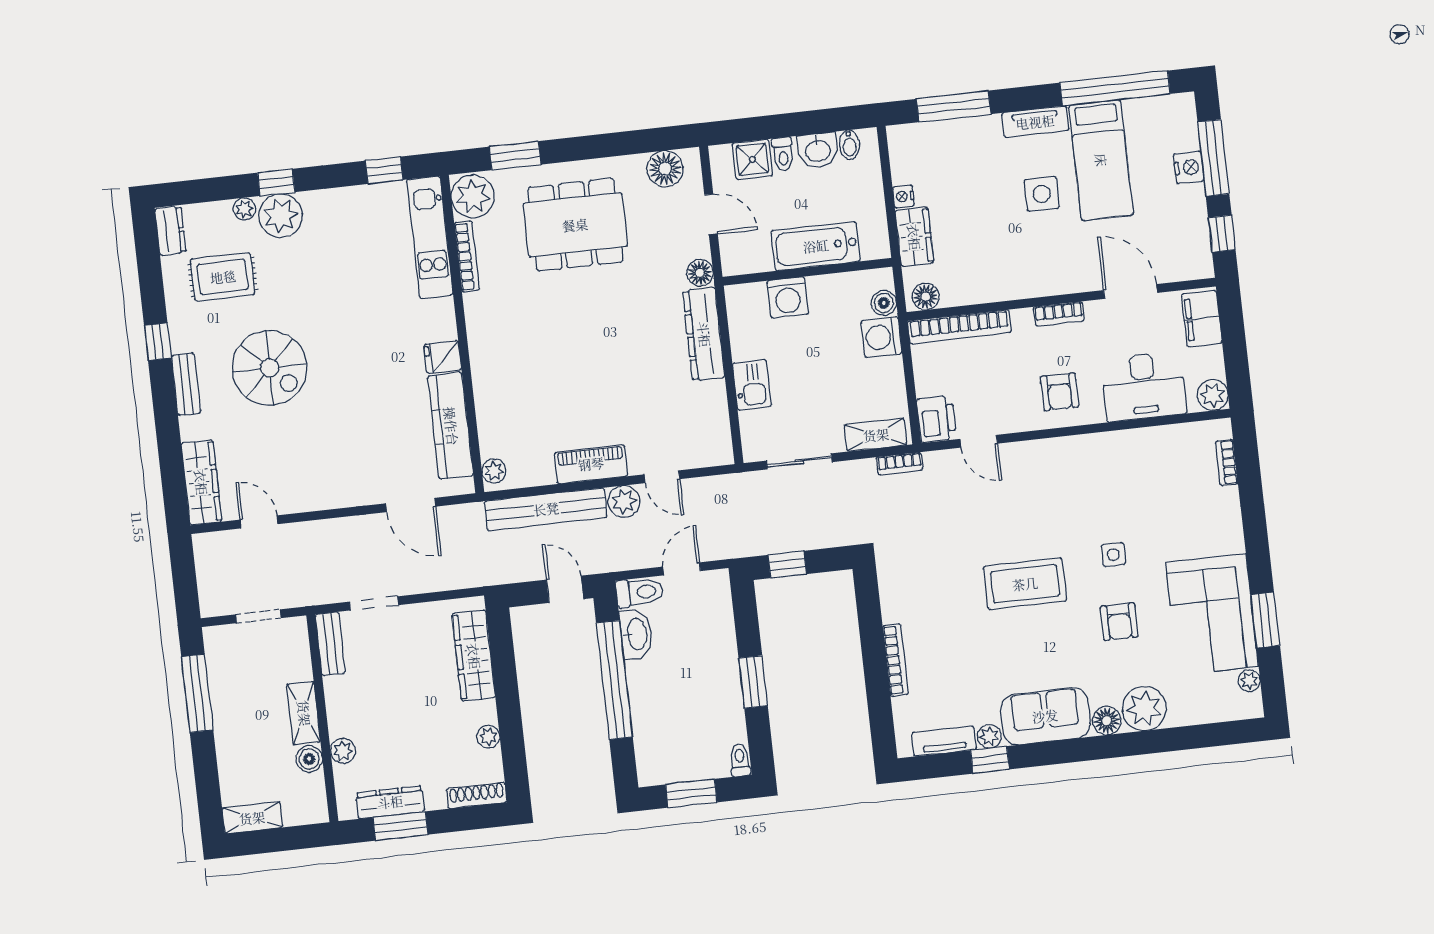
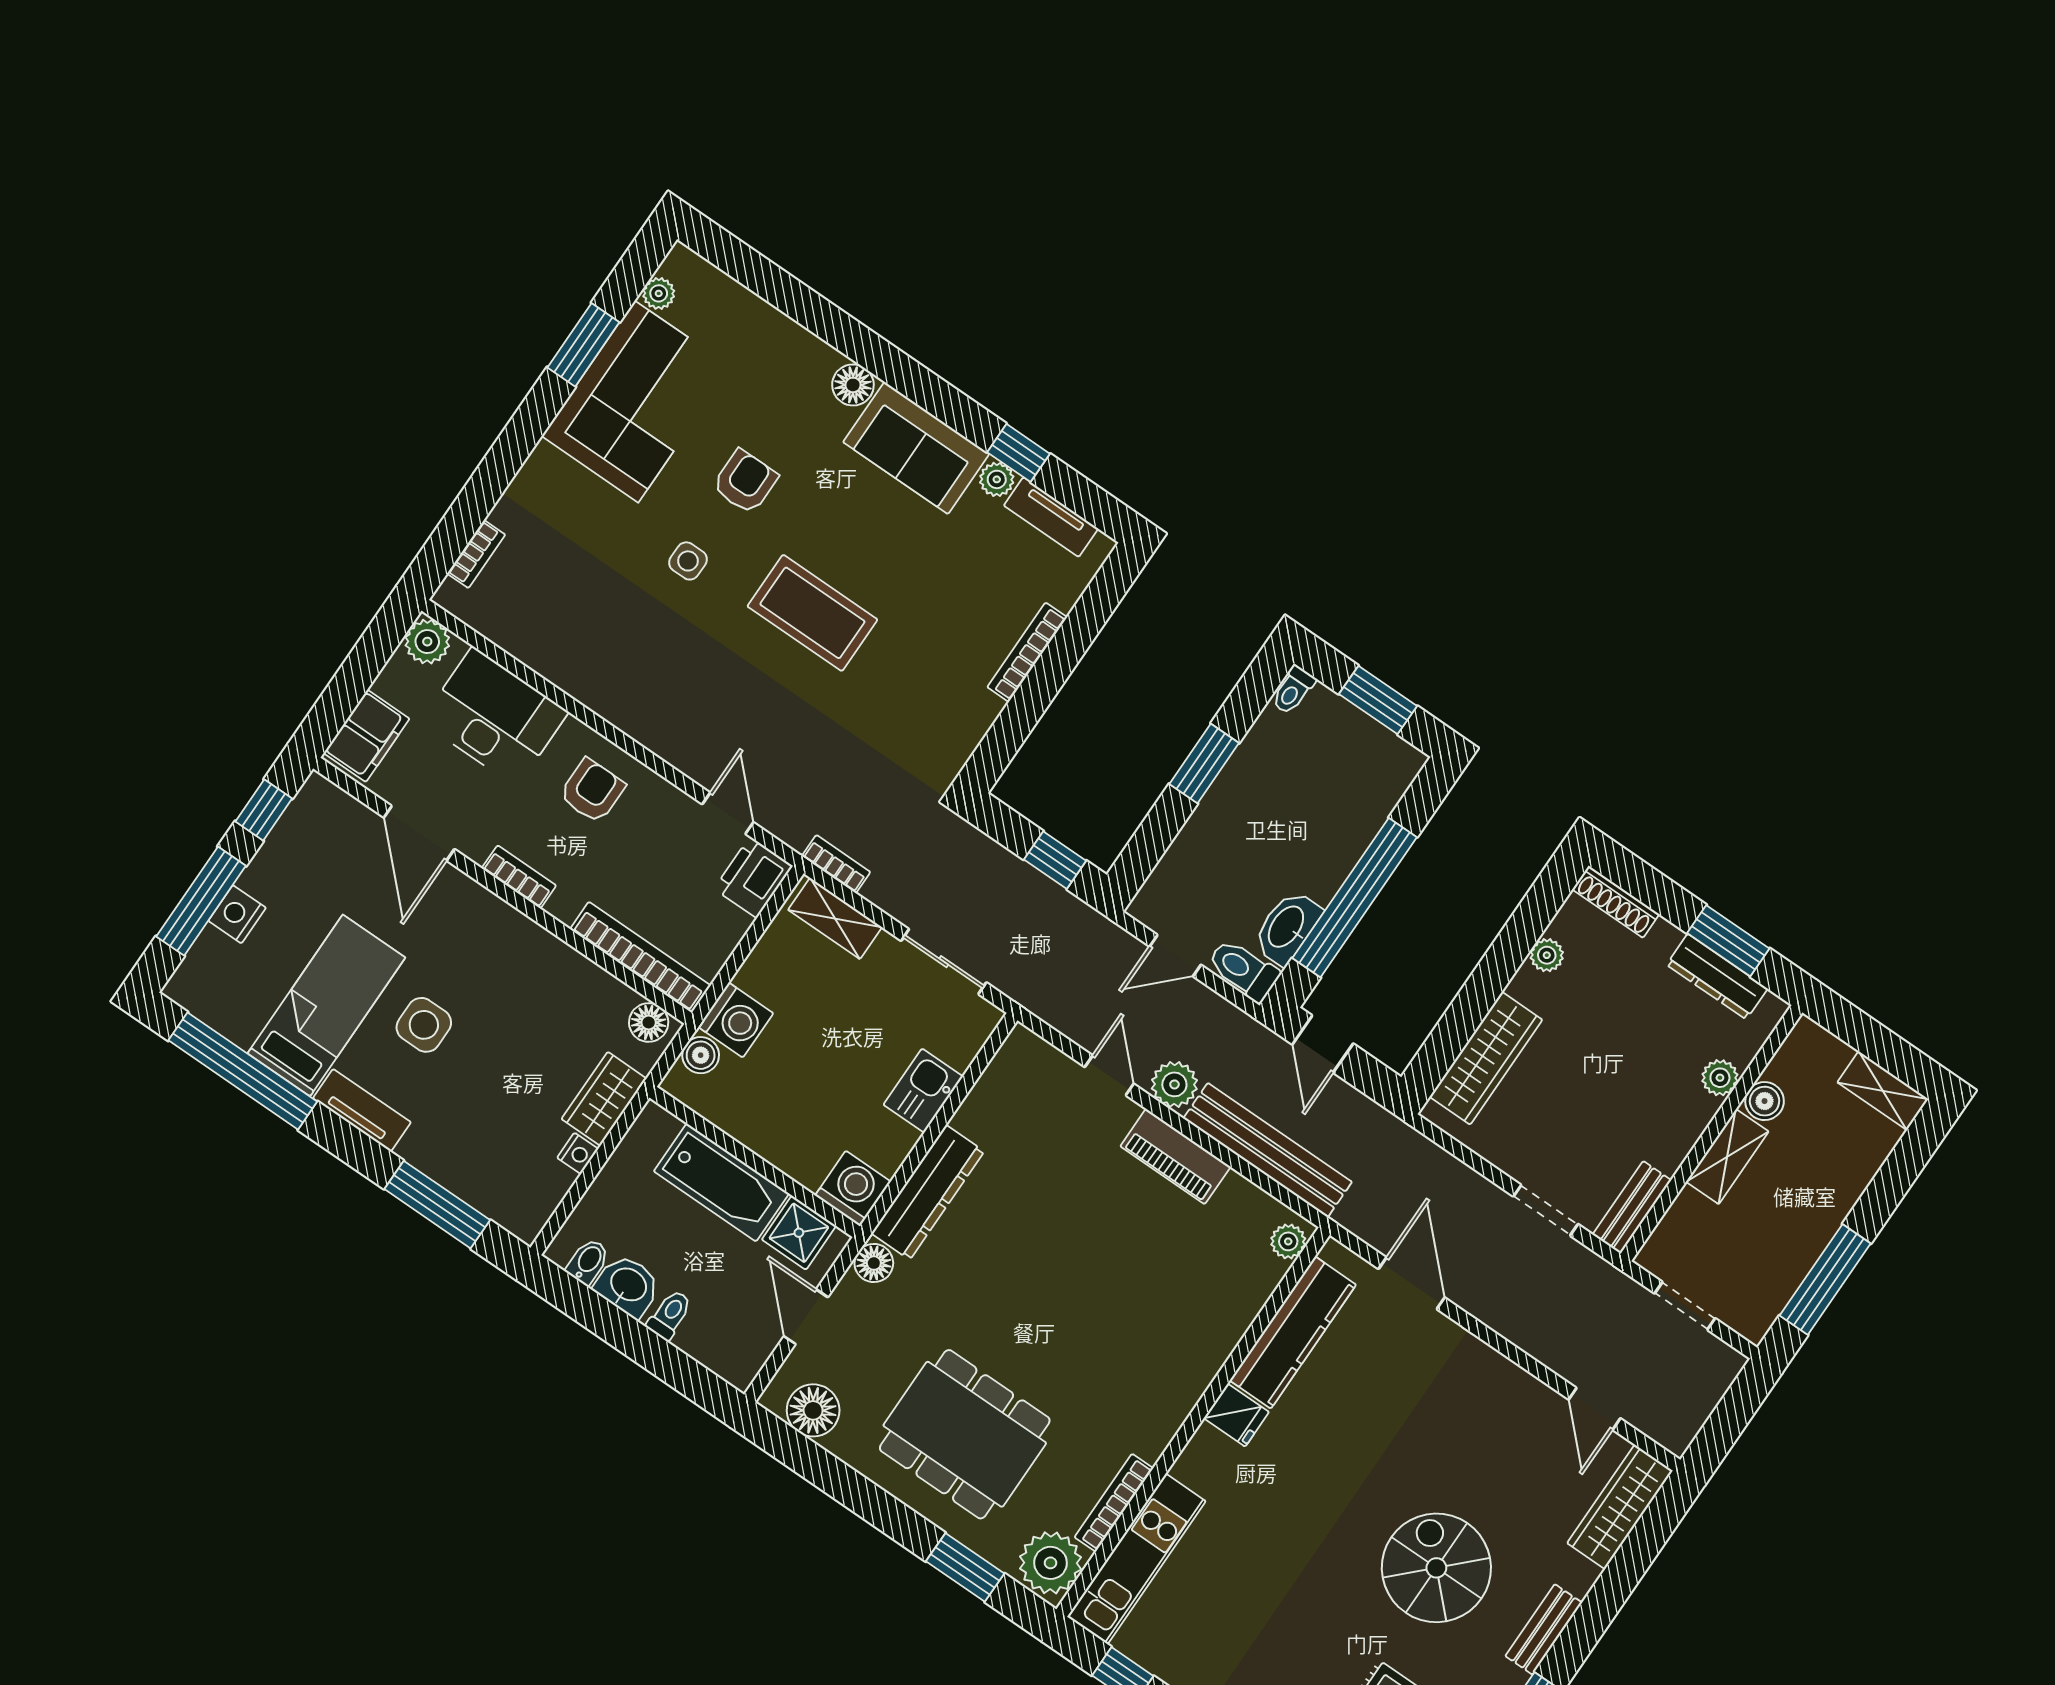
shower: (752, 159) -> (799, 1233), moved
washing machine: (788, 297) -> (853, 1189), moved
plant: (1144, 709) -> (800, 363), removed

